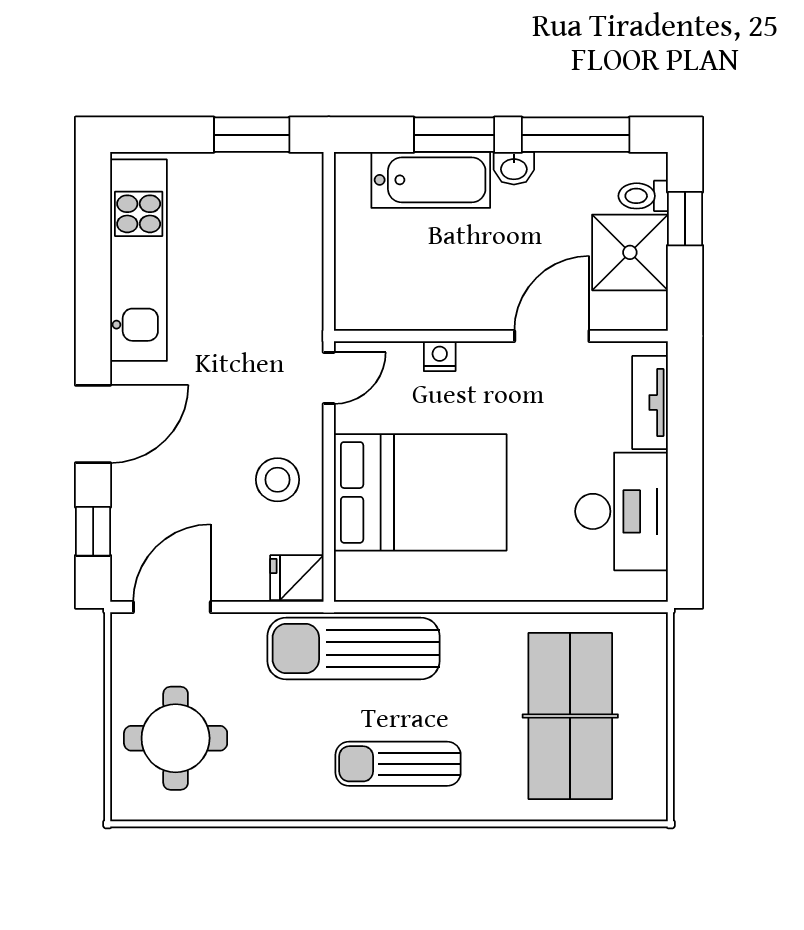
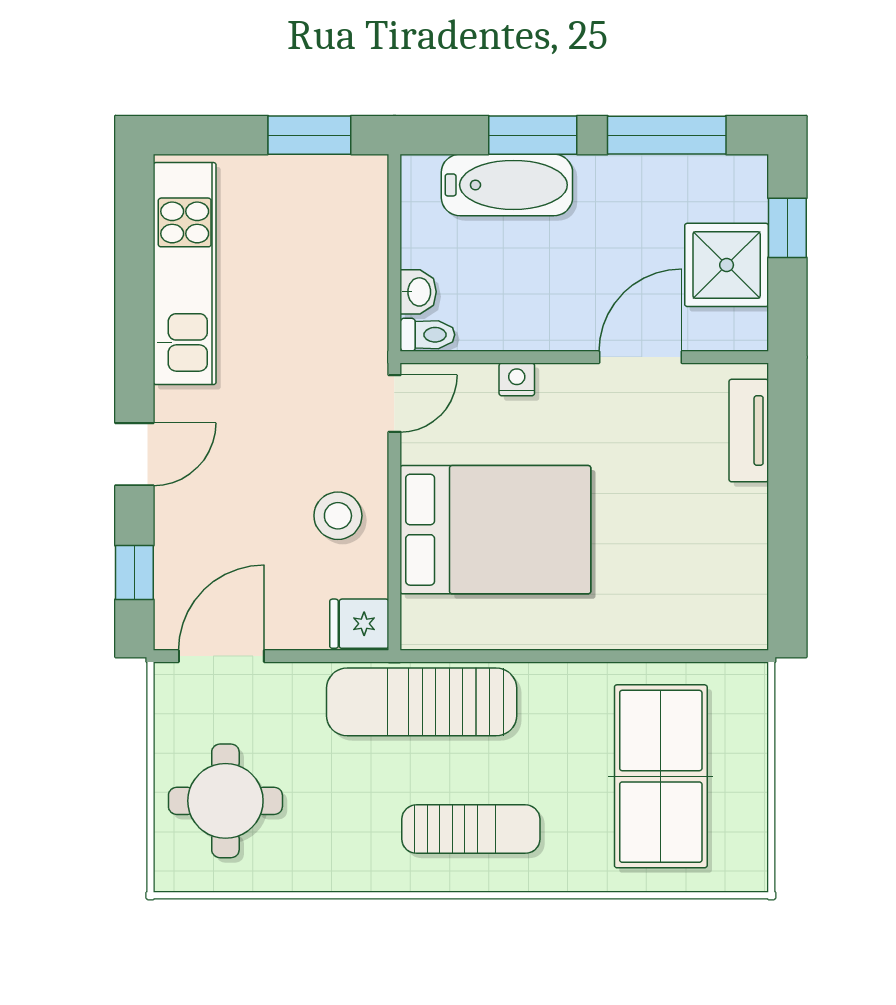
washbasin: (514, 168) -> (418, 292), moved, turned -90
toilet: (643, 196) -> (427, 335), moved, turned 180
door: (93, 424) -> (134, 454), width x0.73
desk: (621, 511) -> (717, 551), removed
sun lounger: (398, 764) -> (471, 829), turned 180

